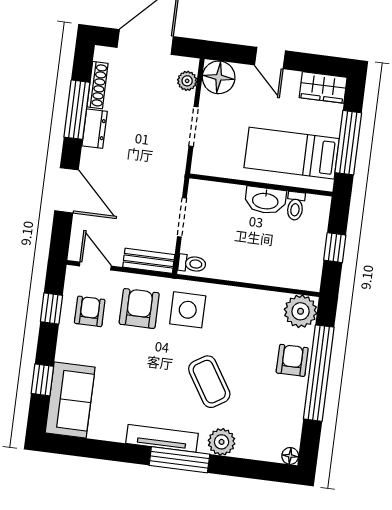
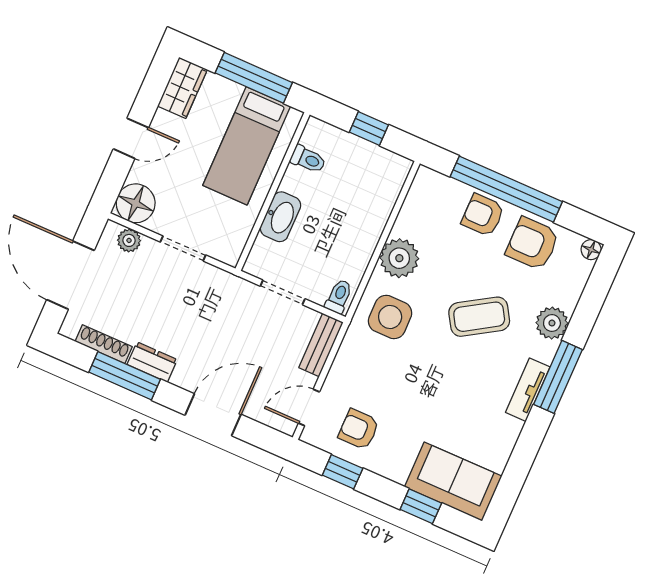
washbasin: (265, 200) -> (280, 217), moved
armchair: (139, 308) -> (532, 244), moved
plant: (301, 311) -> (399, 258), moved
tv unit: (162, 438) -> (528, 390), width x0.71

